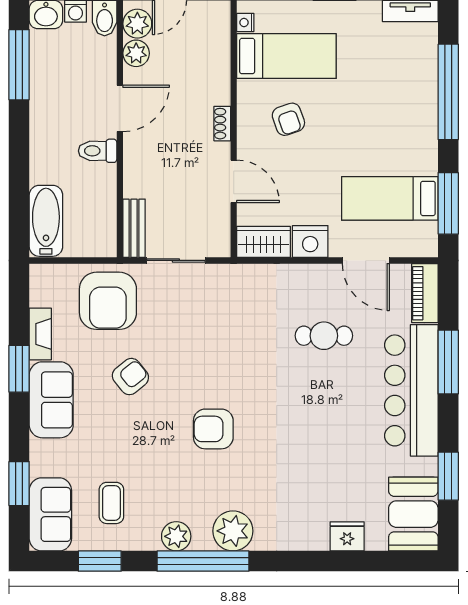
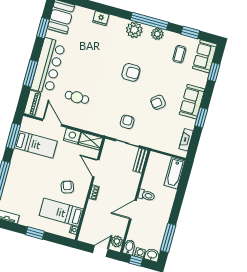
plant: (136, 53) -> (120, 230), removed
armchair: (108, 301) -> (127, 122), moved, width x0.53, depth x0.53
fireplace: (40, 334) -> (186, 140), moved
fridge: (347, 536) -> (101, 18), moved

